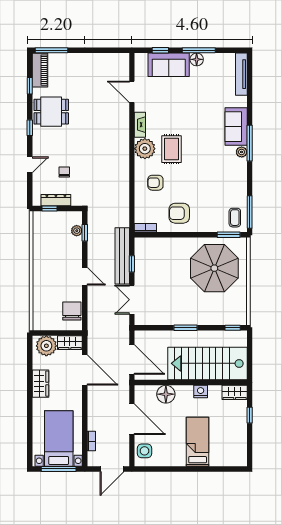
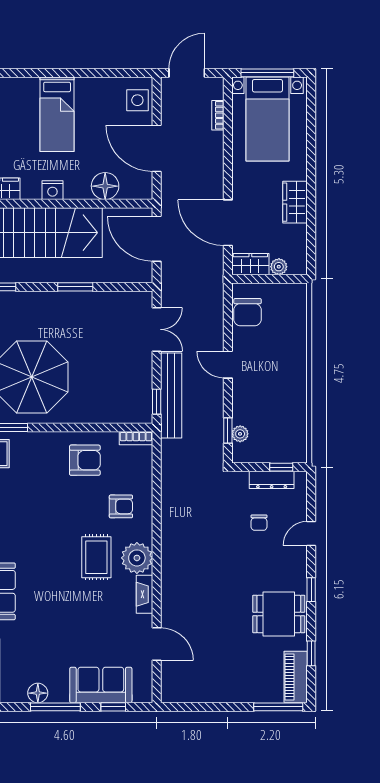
floor lamp: (197, 59) -> (38, 693), moved
window: (132, 264) -> (157, 402), moved
plant: (46, 346) -> (279, 267), width x0.53, depth x0.53

